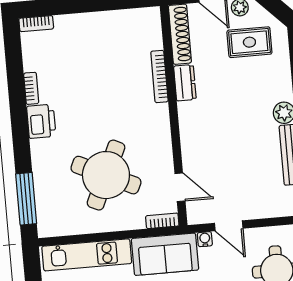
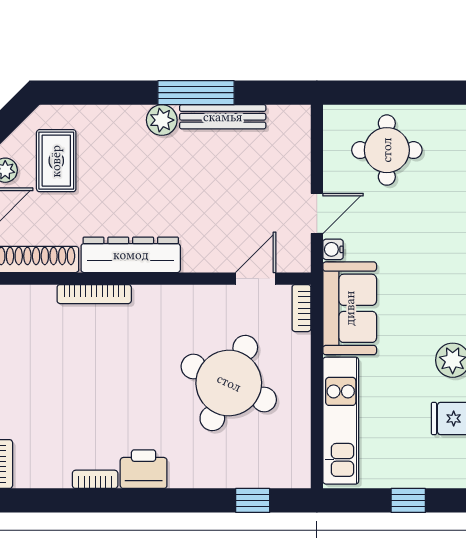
dresser: (185, 83) -> (131, 255), width x1.96, depth x1.24
window: (26, 199) -> (253, 500), width x0.46

